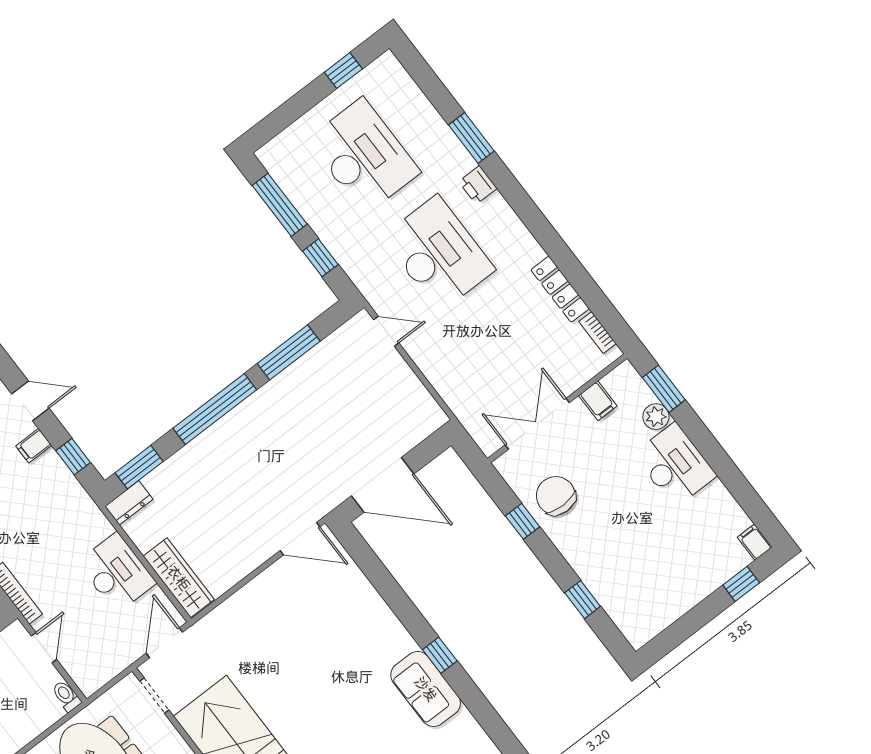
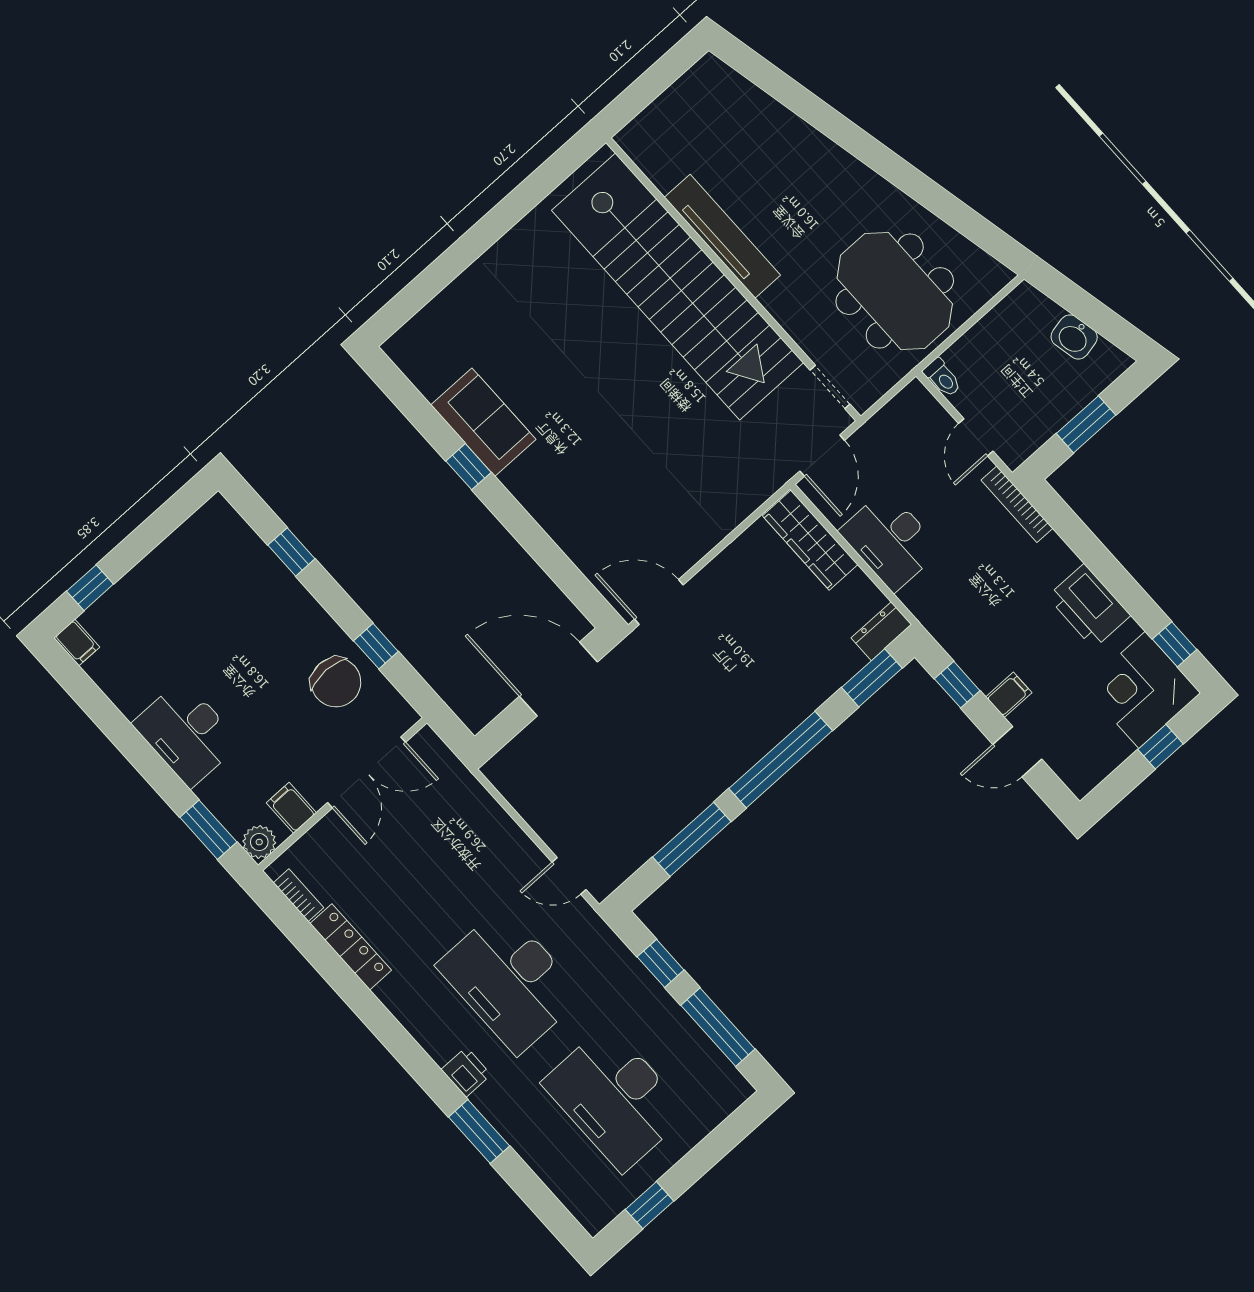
plant: (656, 417) -> (259, 842), moved

